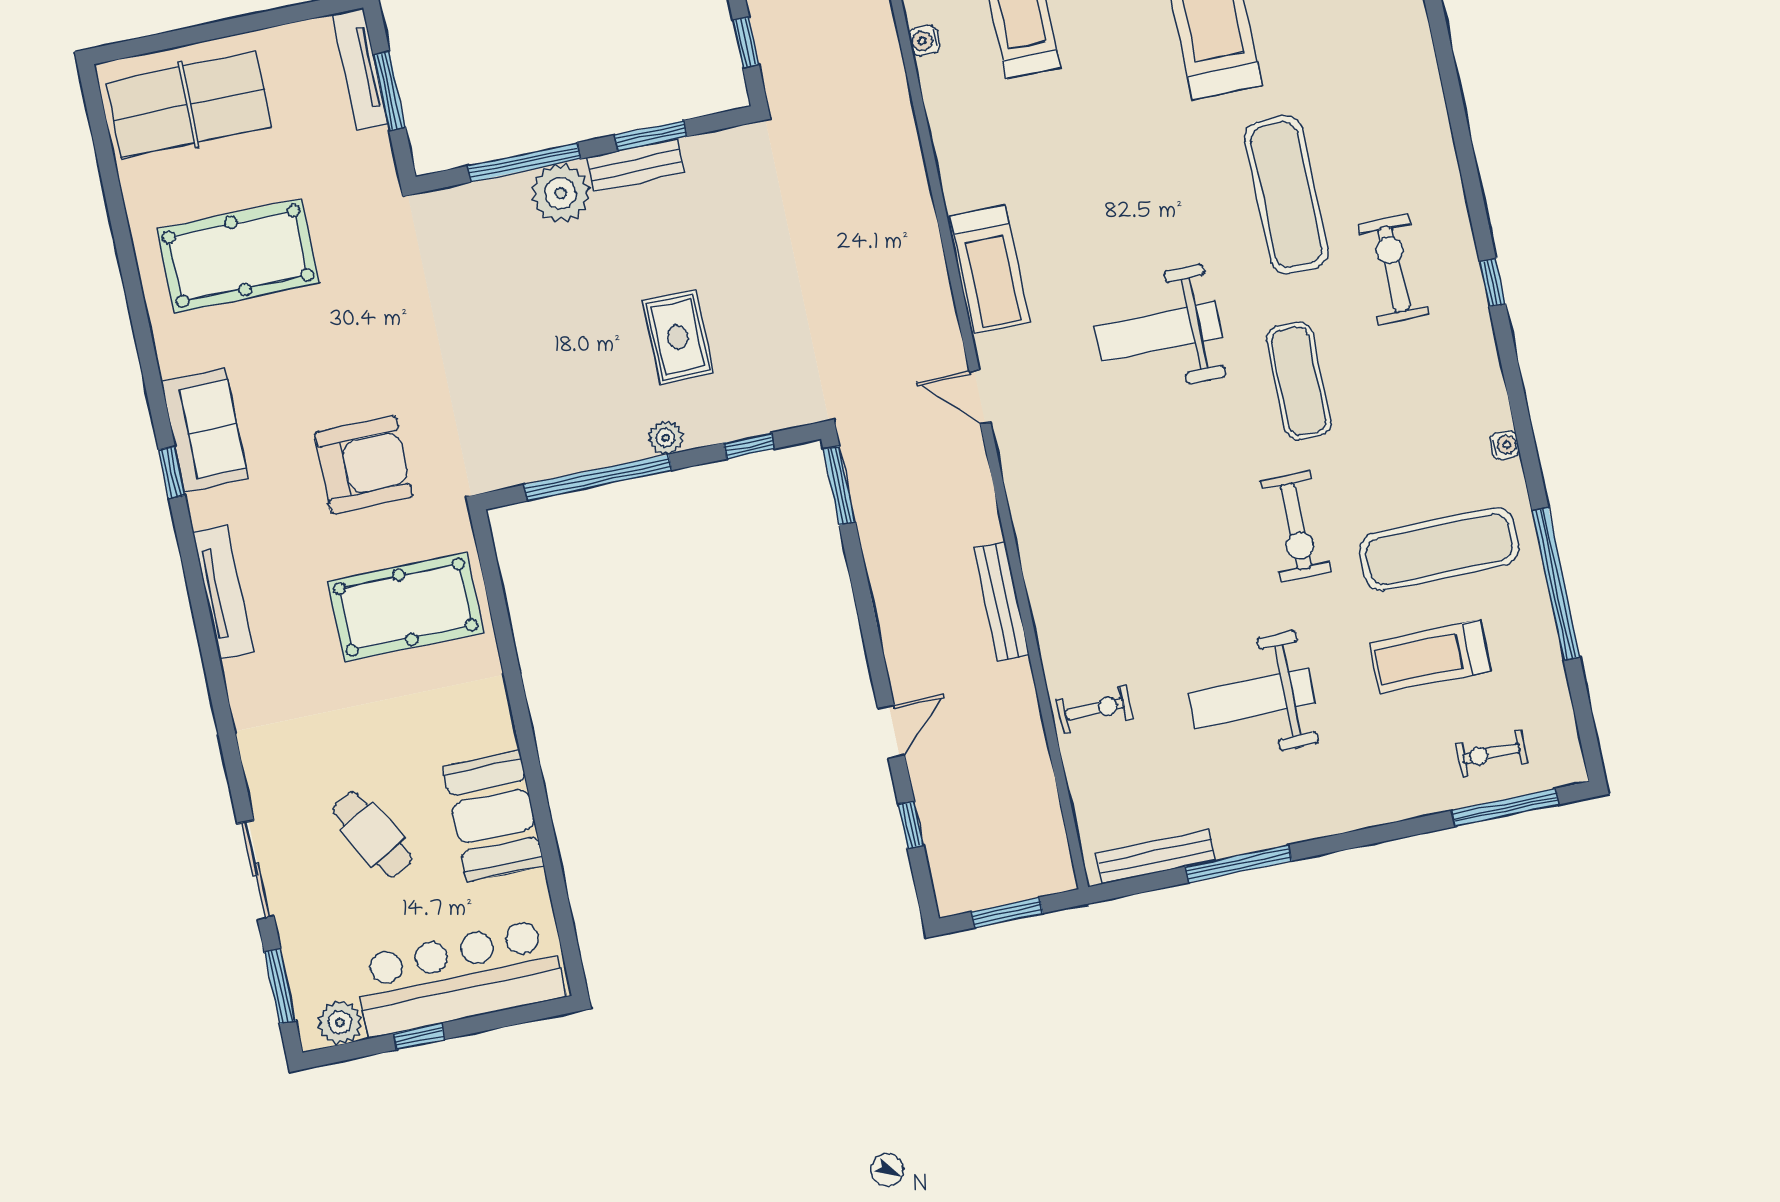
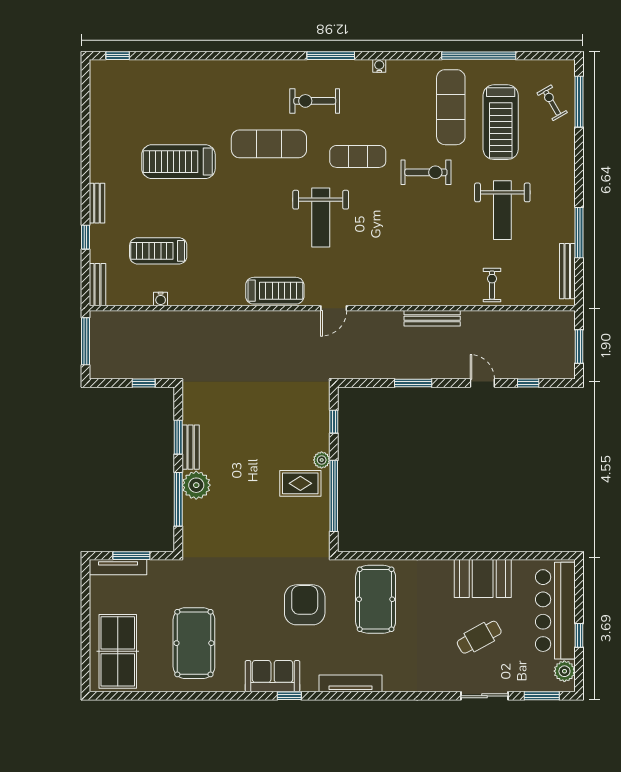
window: (1493, 283) -> (331, 56), width x2.17
rug: (678, 337) -> (300, 483), moved
water cooler: (1505, 445) -> (379, 66), moved
window: (839, 486) -> (413, 383), moved
treadmill: (1430, 657) -> (501, 122), width x1.37, depth x1.38
exercise bike: (1491, 753) -> (552, 103), turned 150

